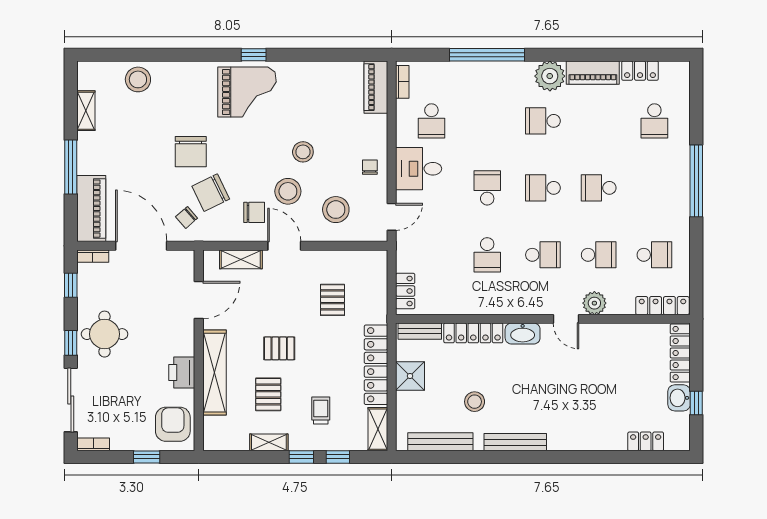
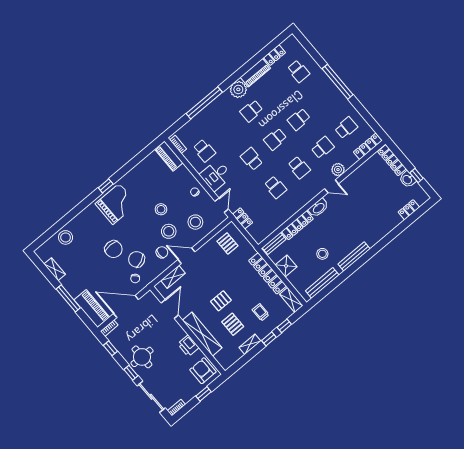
chair: (211, 193) -> (137, 259), turned 92
school desk: (543, 255) -> (299, 167), turned 90
locker: (405, 291) -> (242, 218), moved
pallet: (333, 300) -> (227, 243), moved

